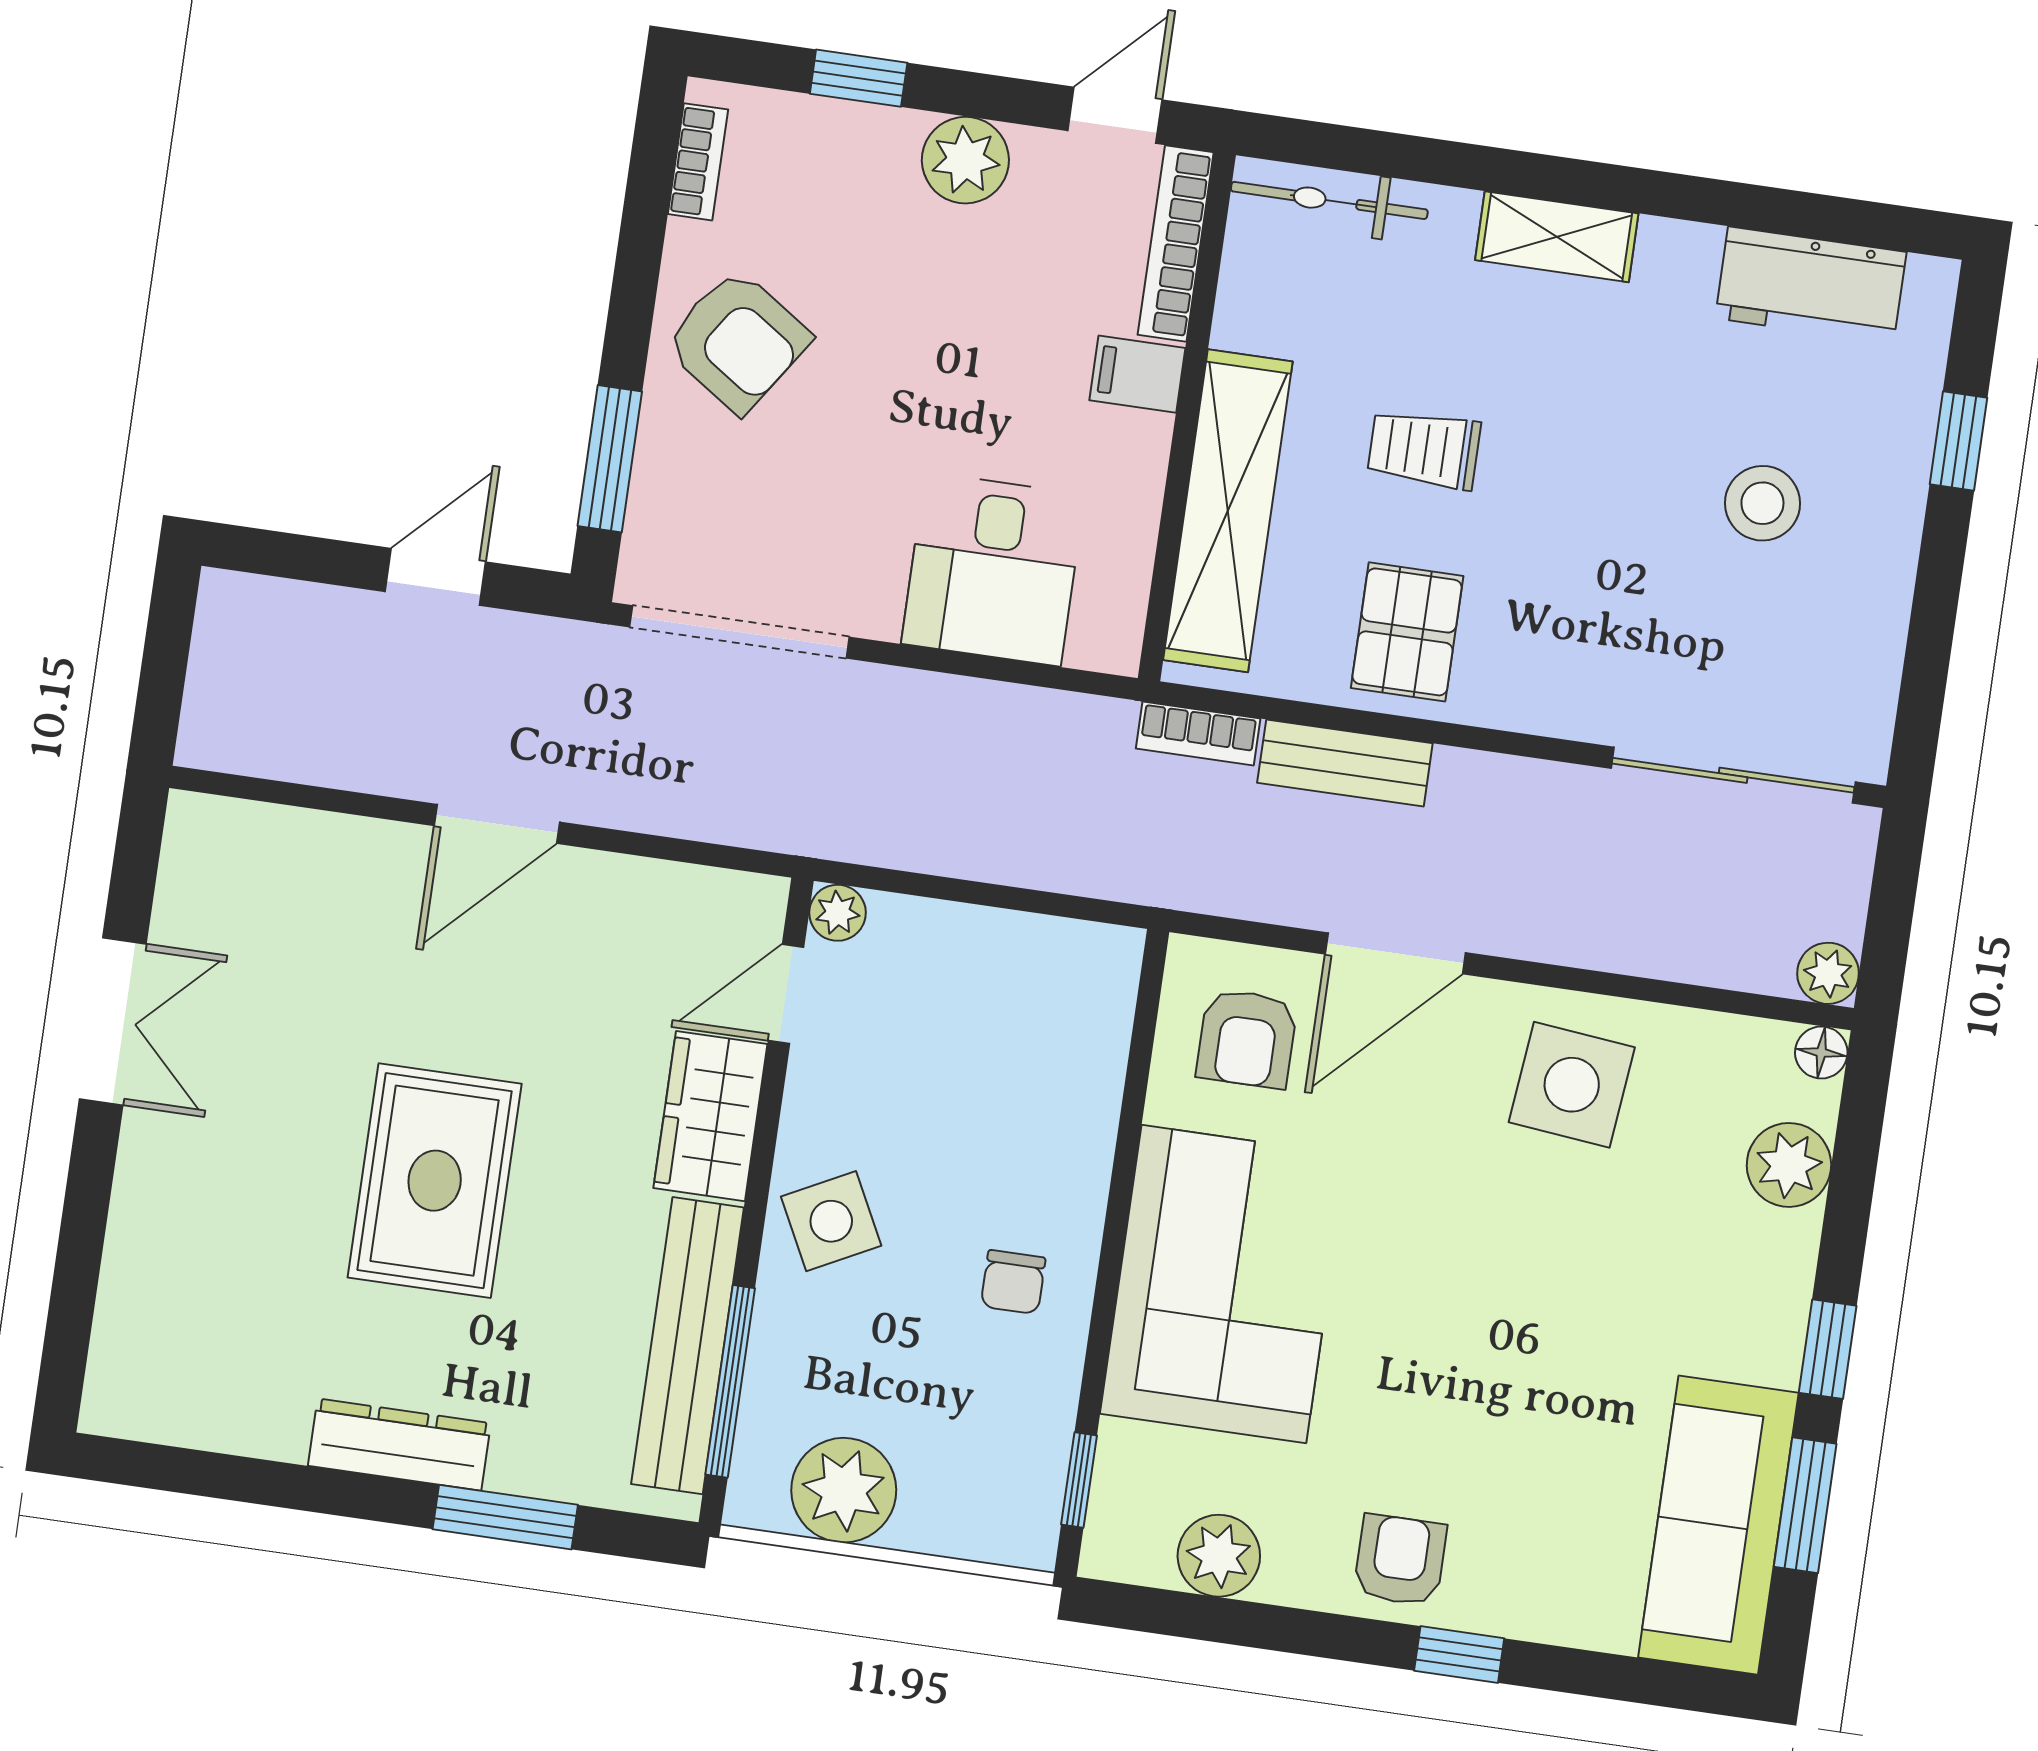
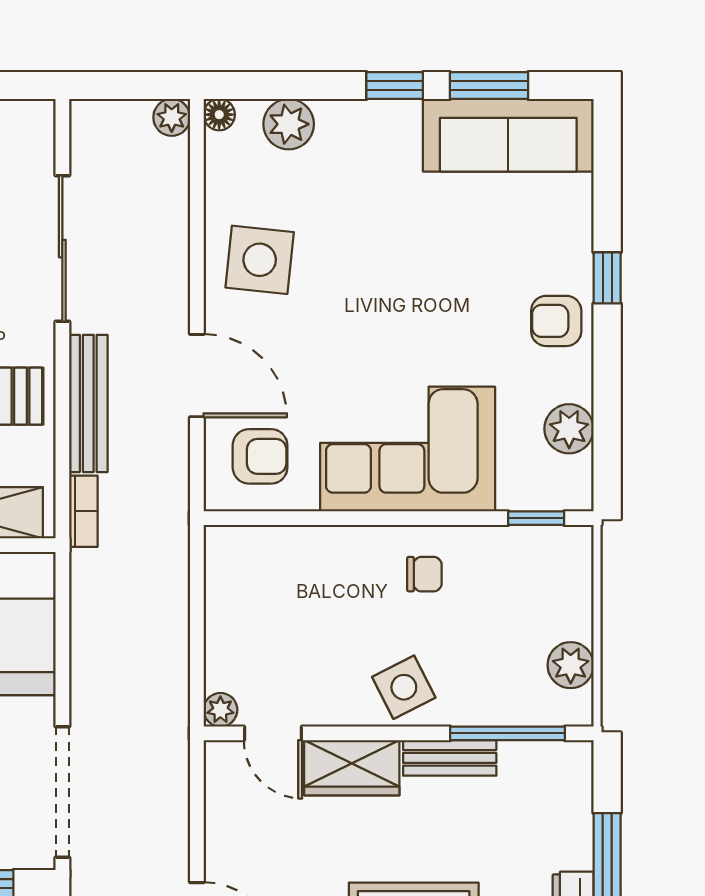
bench: (1345, 763) -> (88, 403), width x1.36
sliding door: (1733, 775) -> (62, 249), moved
bench: (688, 1346) -> (450, 758), width x0.54, depth x0.82
plant: (844, 1490) -> (571, 665), width x0.73, depth x0.73

